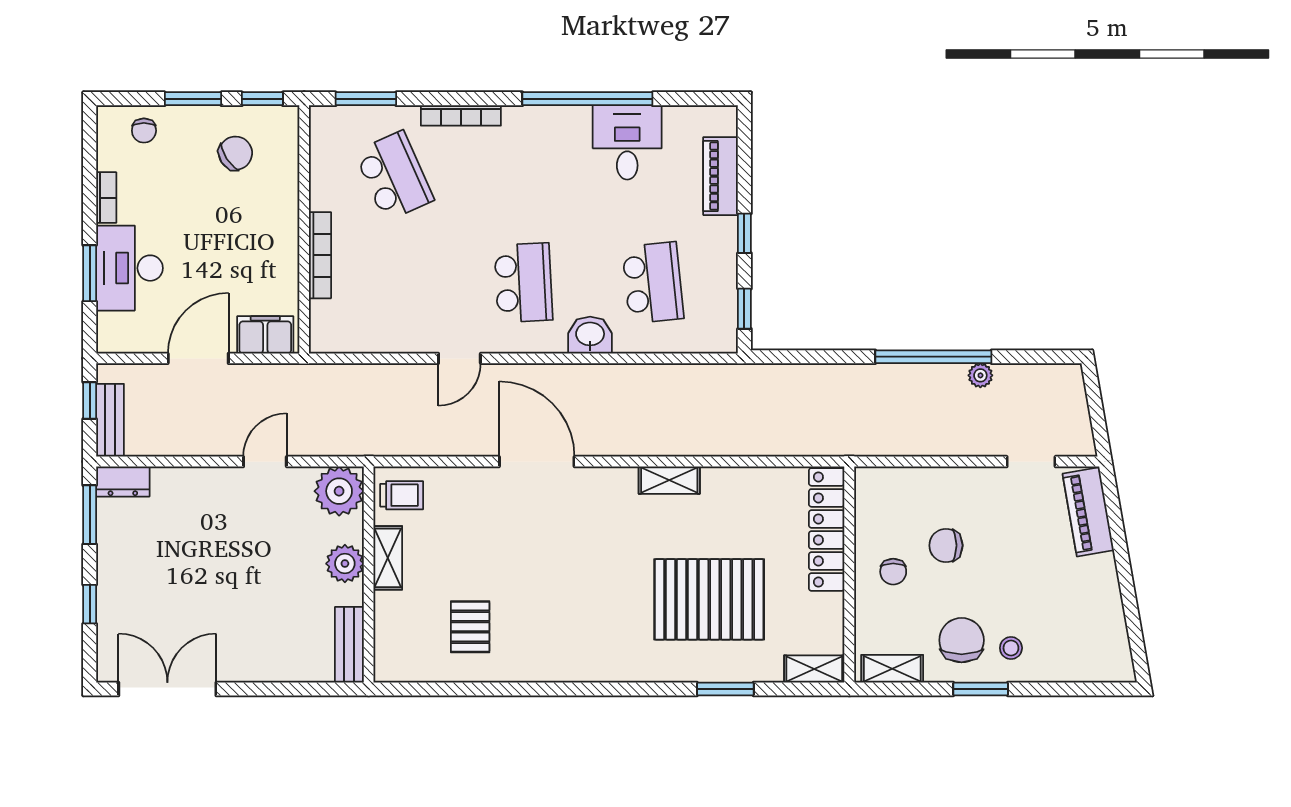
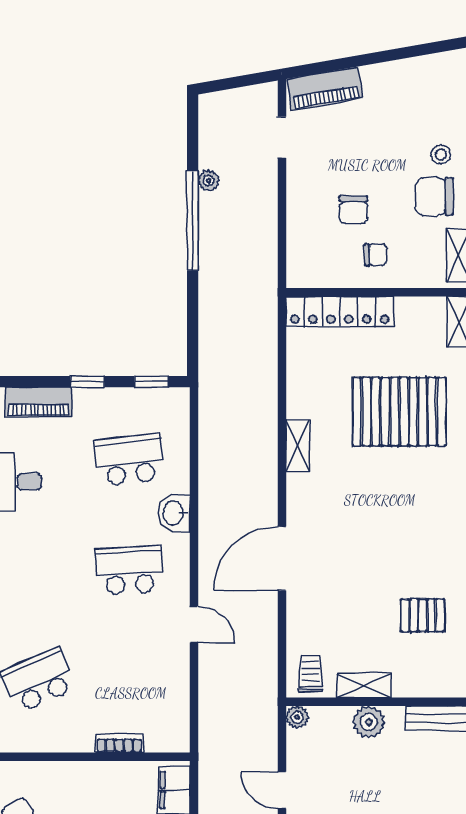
bookcase: (320, 255) -> (119, 743), width x0.64
plant: (339, 491) -> (297, 717), width x0.53, depth x0.53
pallet: (709, 599) -> (399, 412), turned 90

